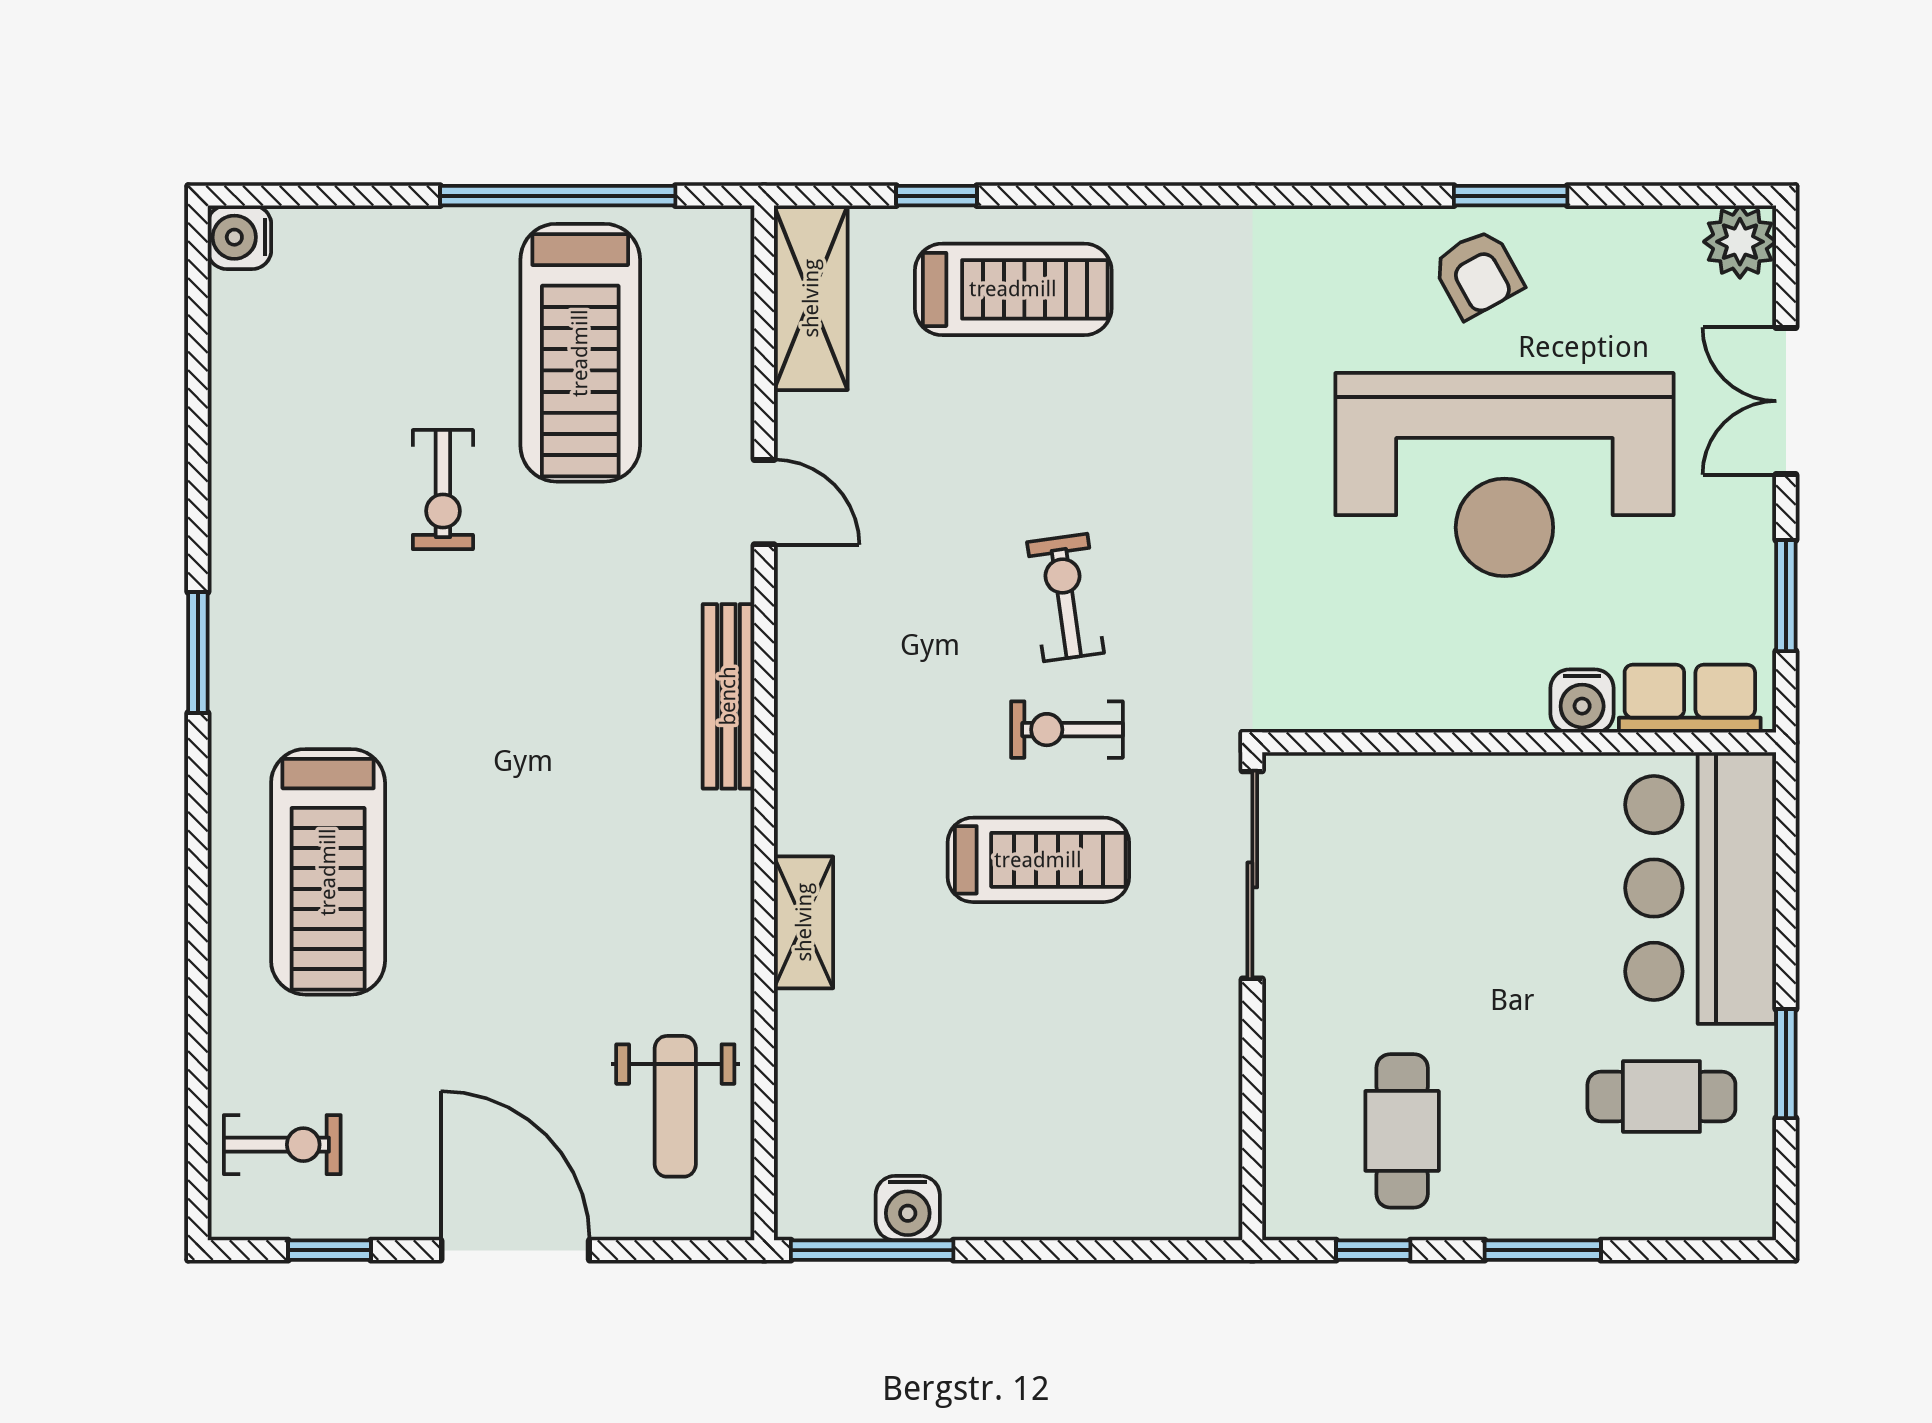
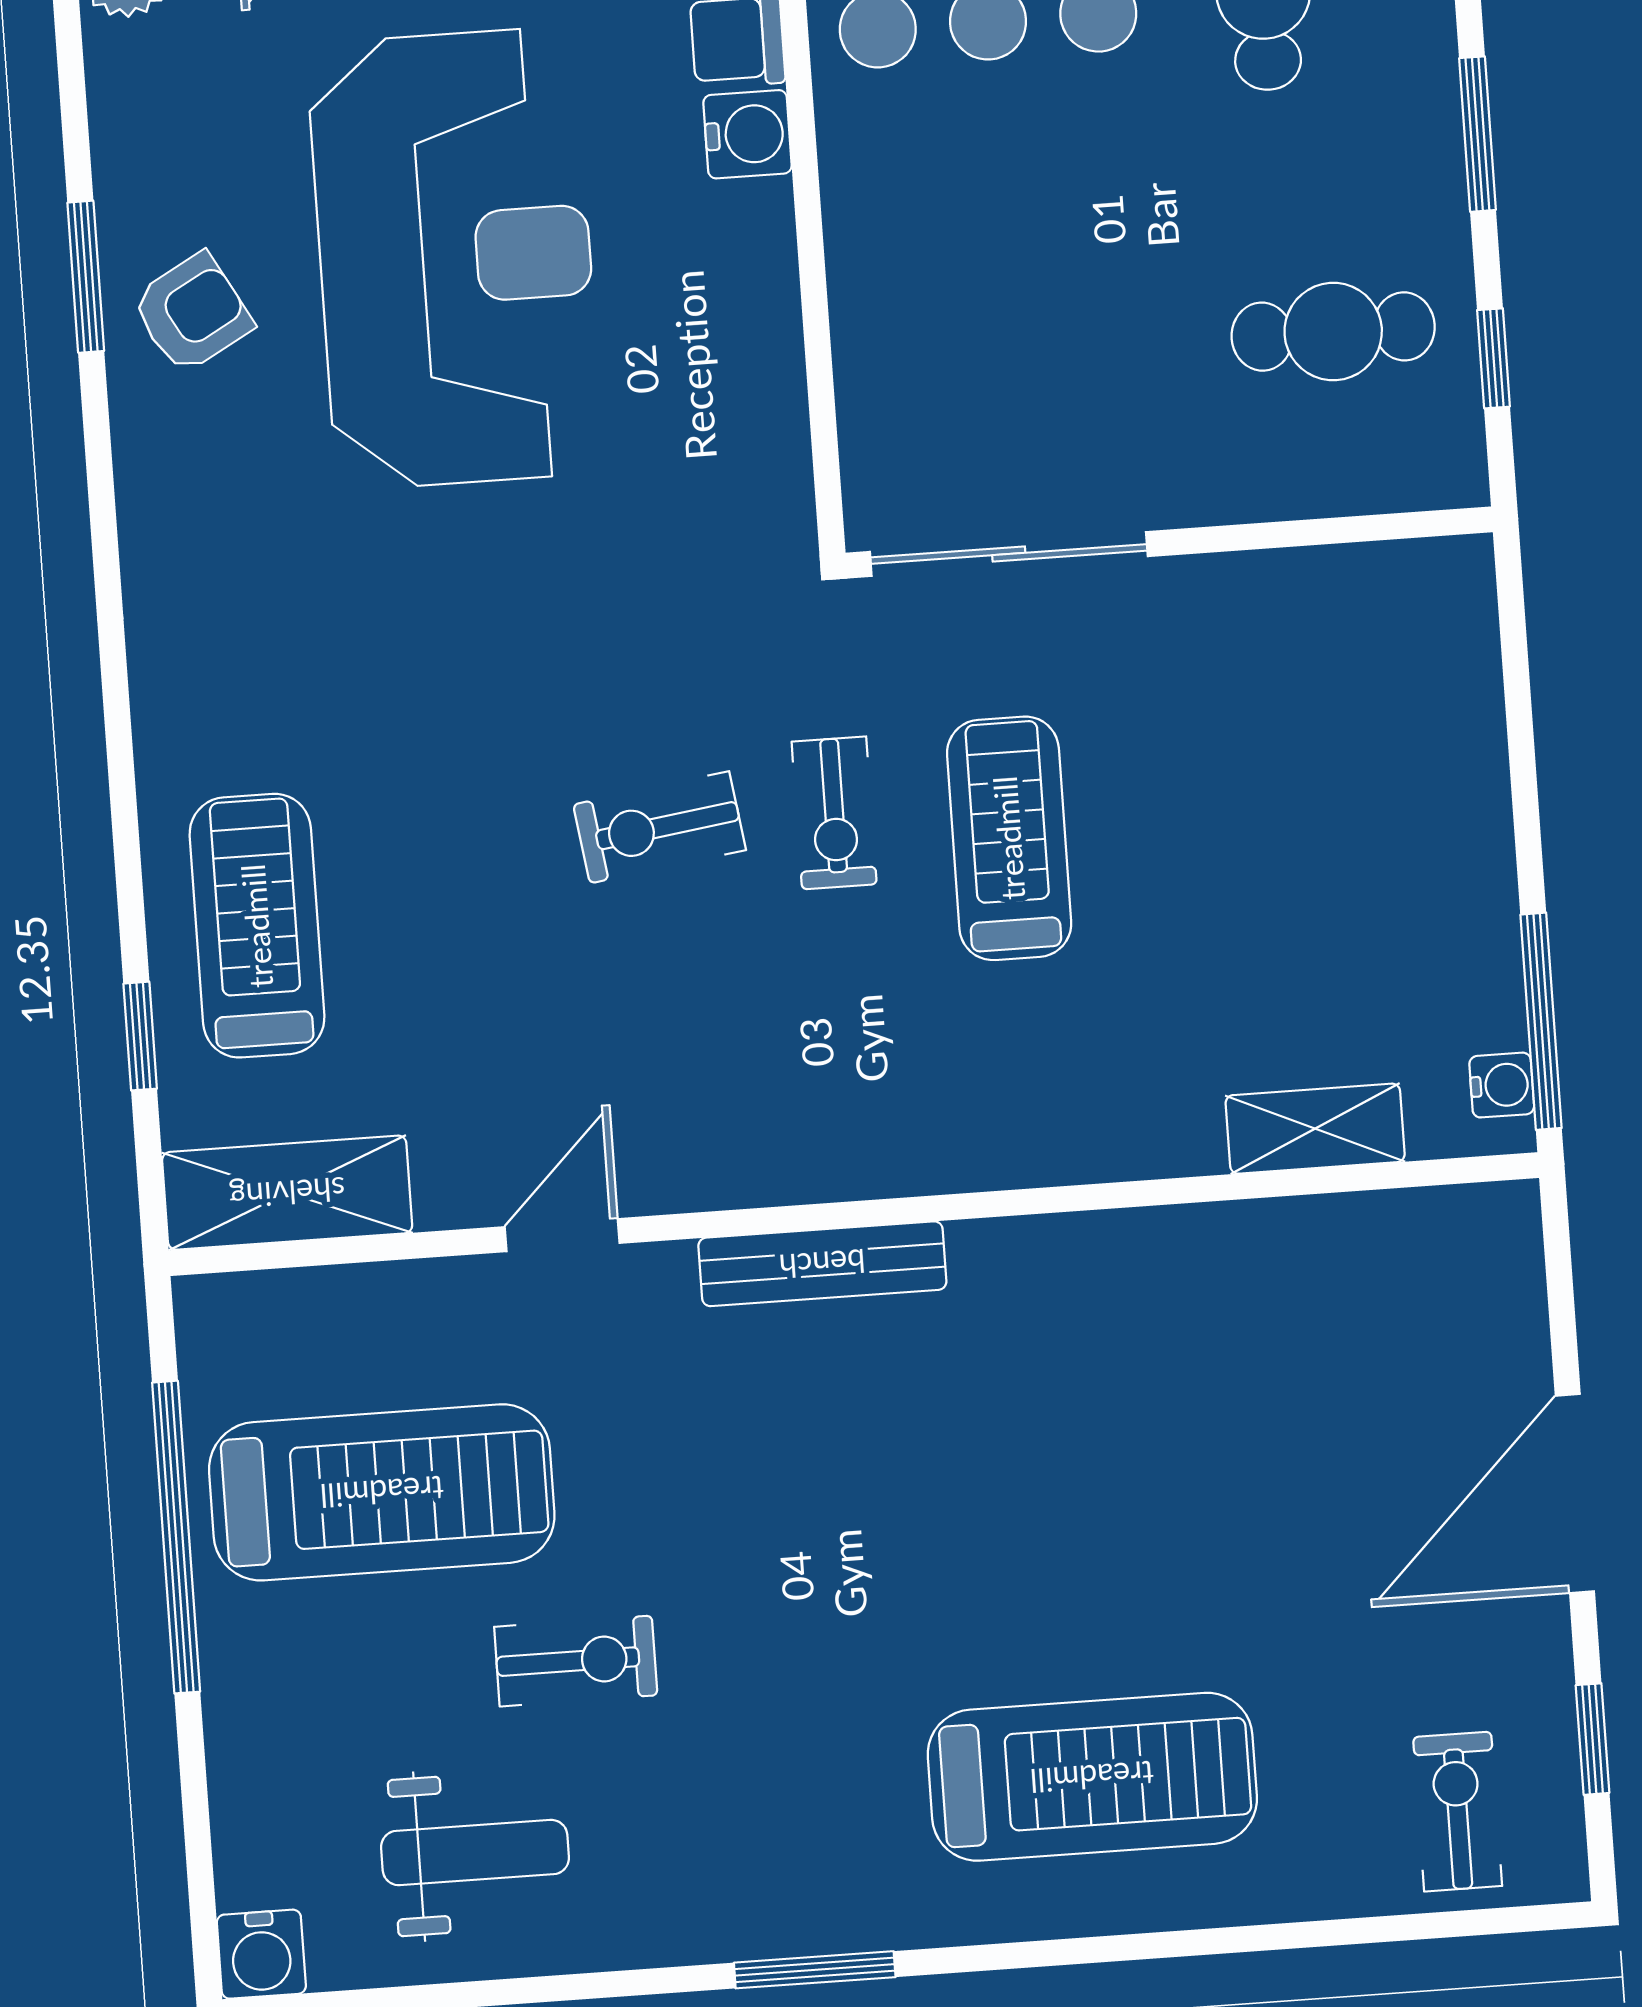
shelving: (804, 922) -> (1315, 1129), moved
weight bench: (675, 1106) -> (475, 1853), moved
water cooler: (908, 1208) -> (1502, 1085), moved, width x0.72, depth x0.72

